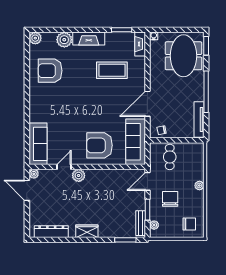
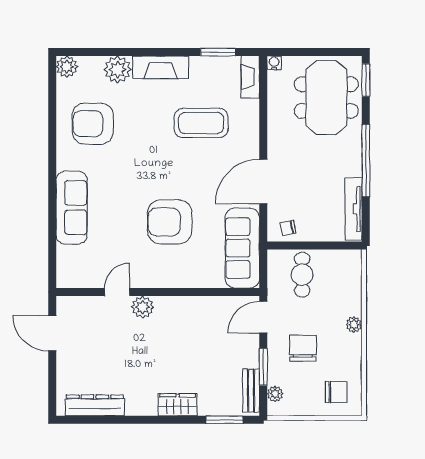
sofa: (38, 144) -> (72, 208), moved
armchair: (100, 145) -> (170, 222), moved
plant: (34, 174) -> (64, 304), removed
wardrobe: (87, 231) -> (178, 405), moved

